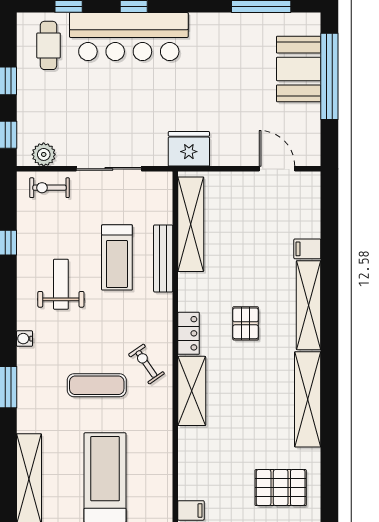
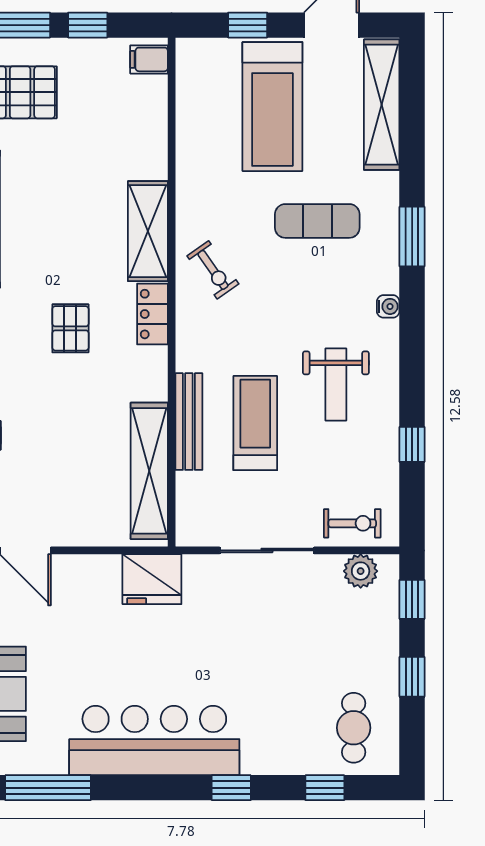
bar counter: (129, 37) -> (154, 740), moved
exercise mat: (97, 385) -> (317, 221), moved

